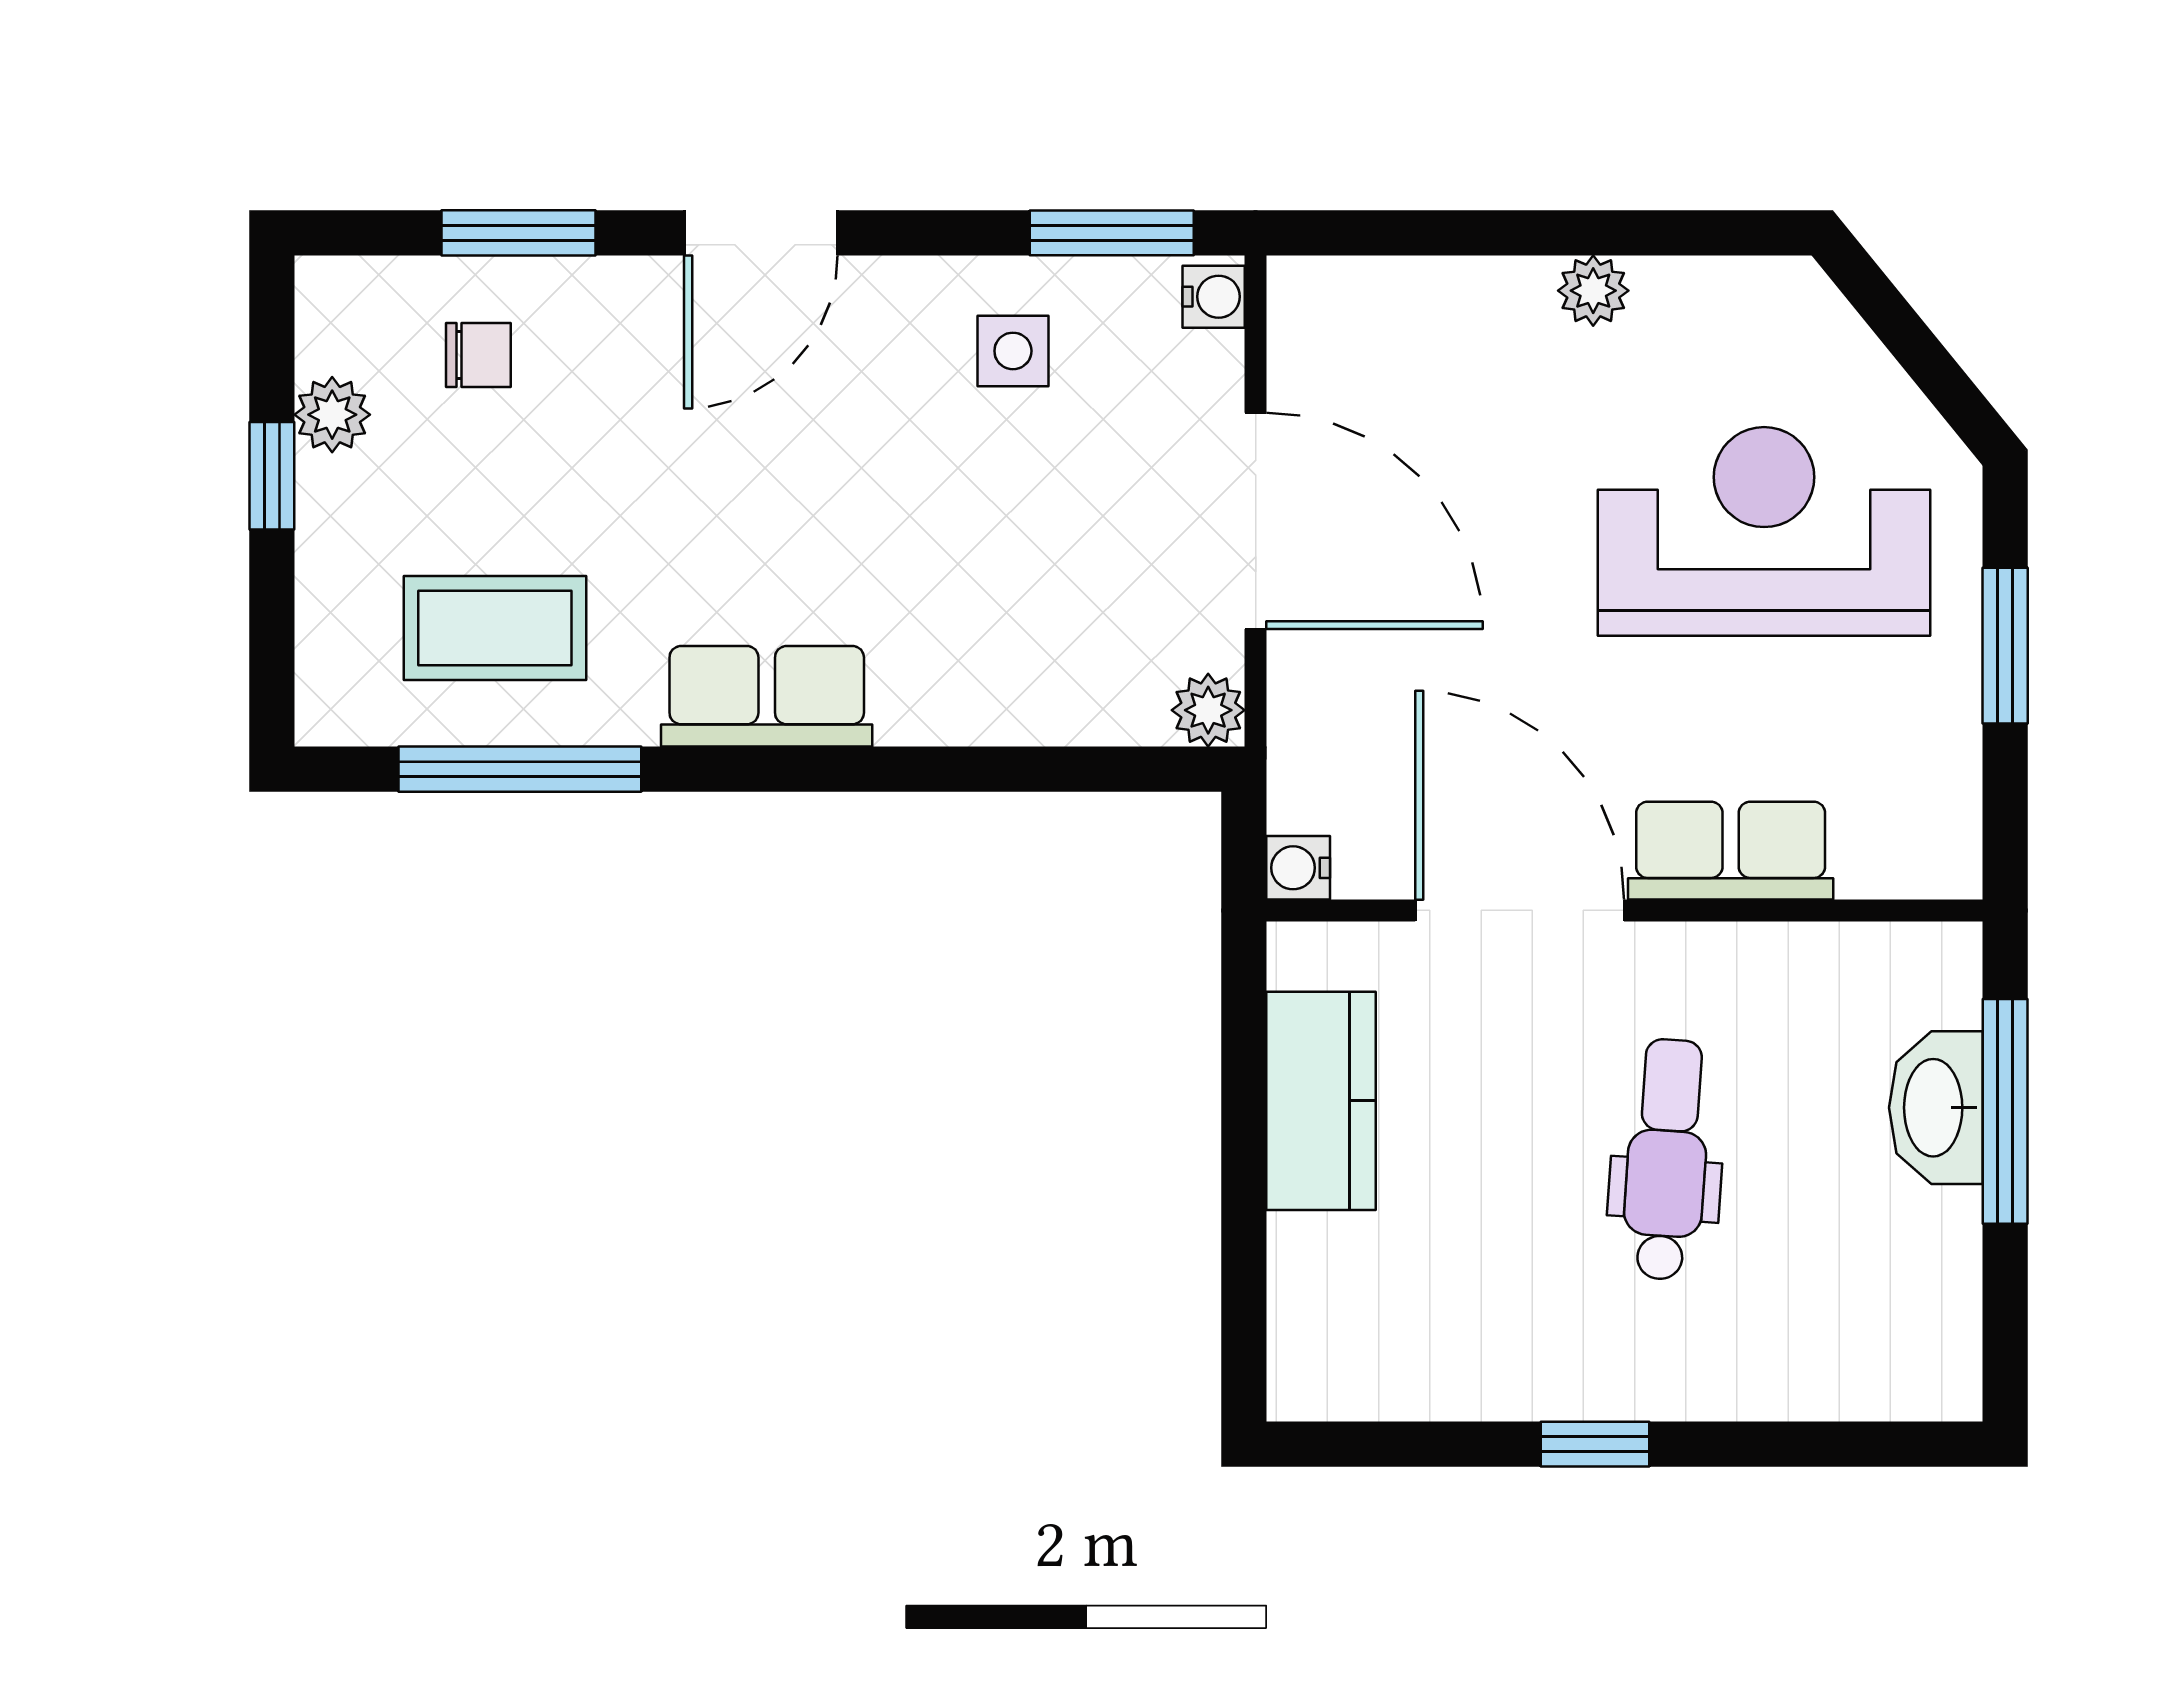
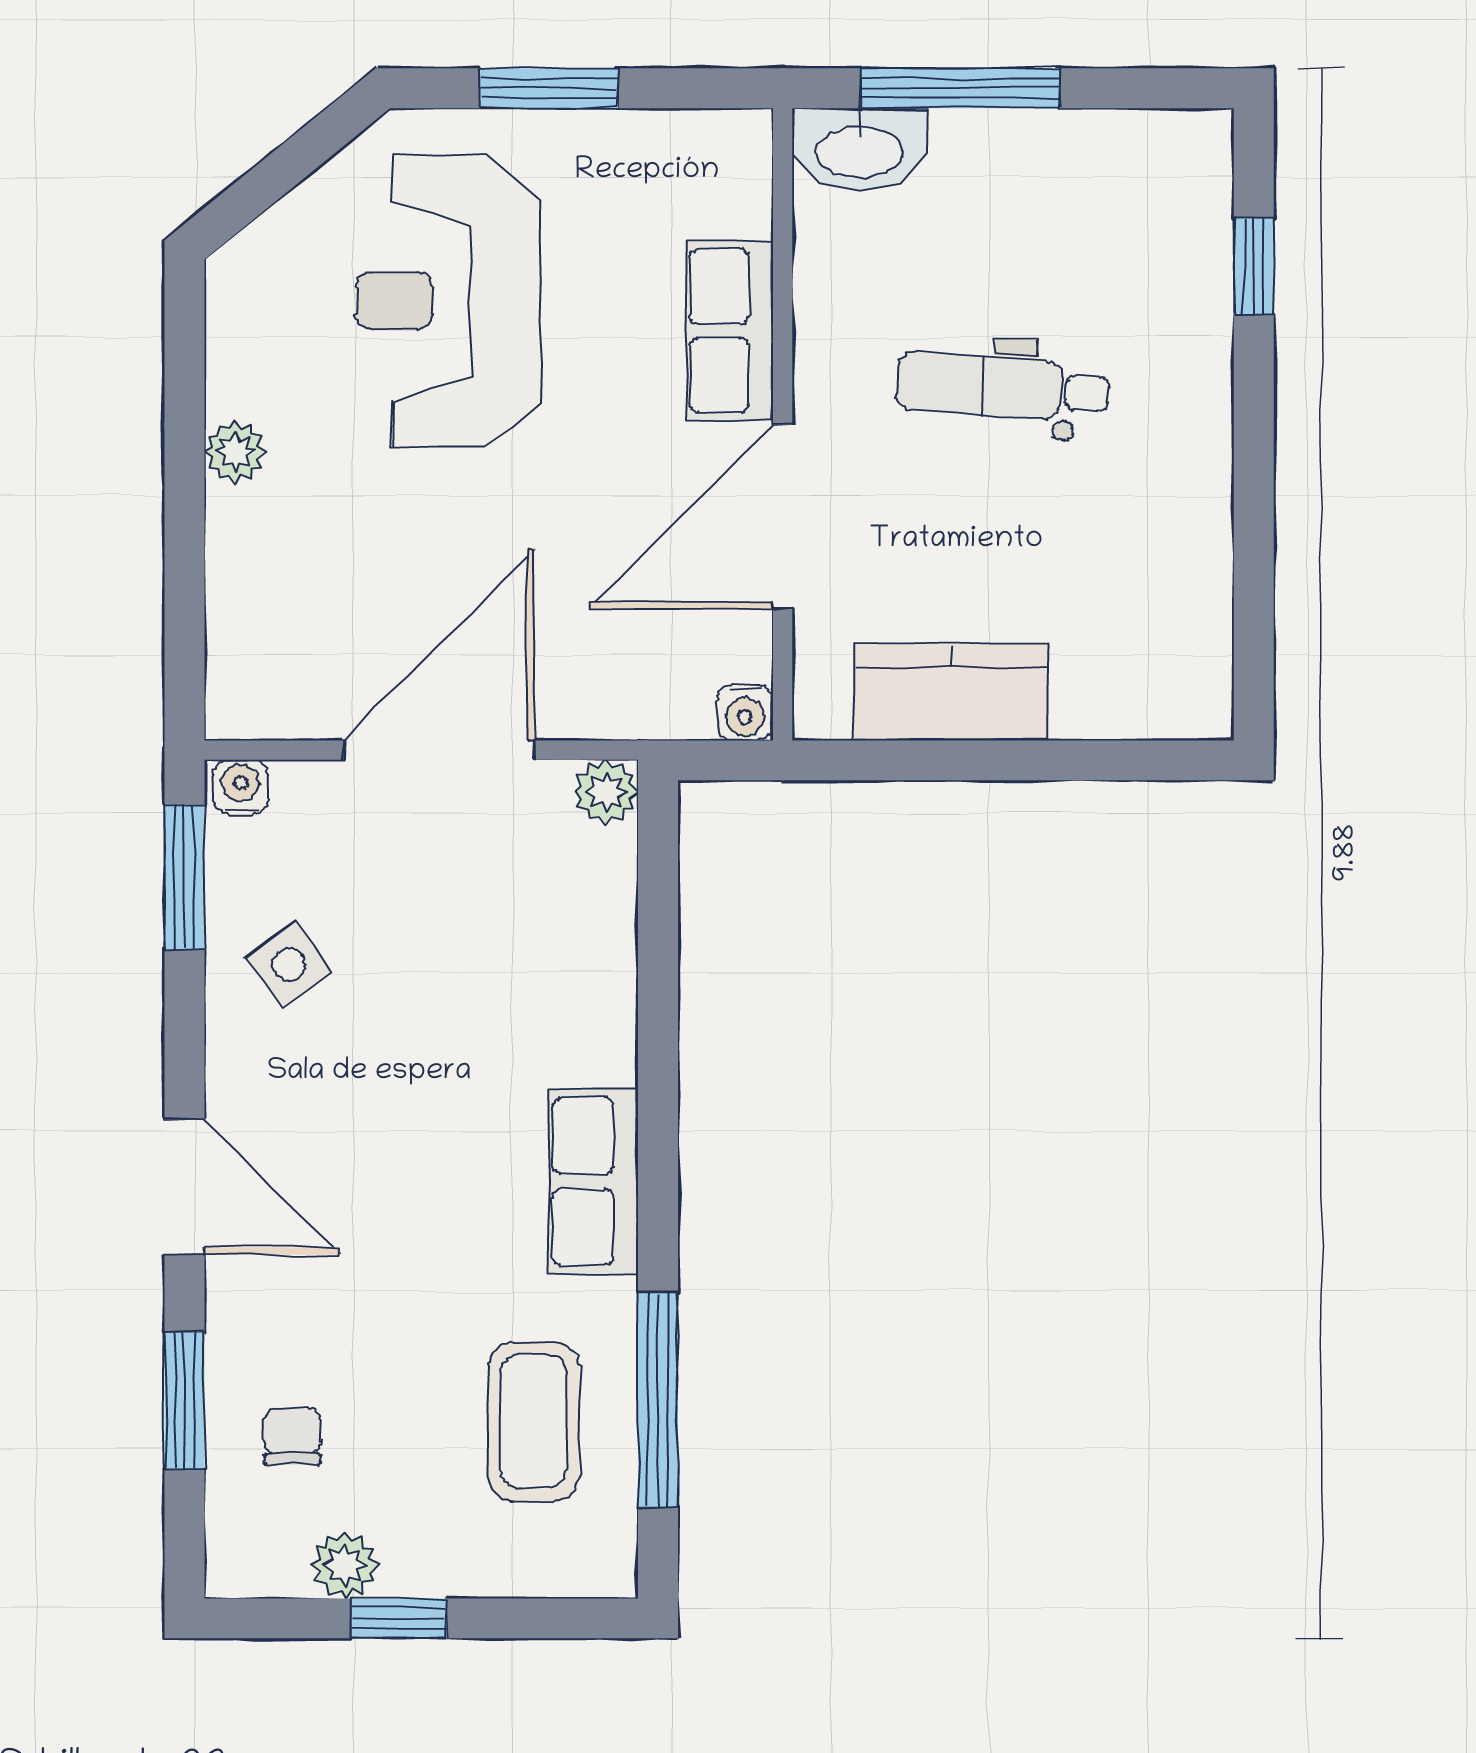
side table: (1013, 351) -> (289, 964), turned -35
washbasin: (1936, 1108) -> (860, 149), moved
window: (1595, 1444) -> (1254, 266), moved

